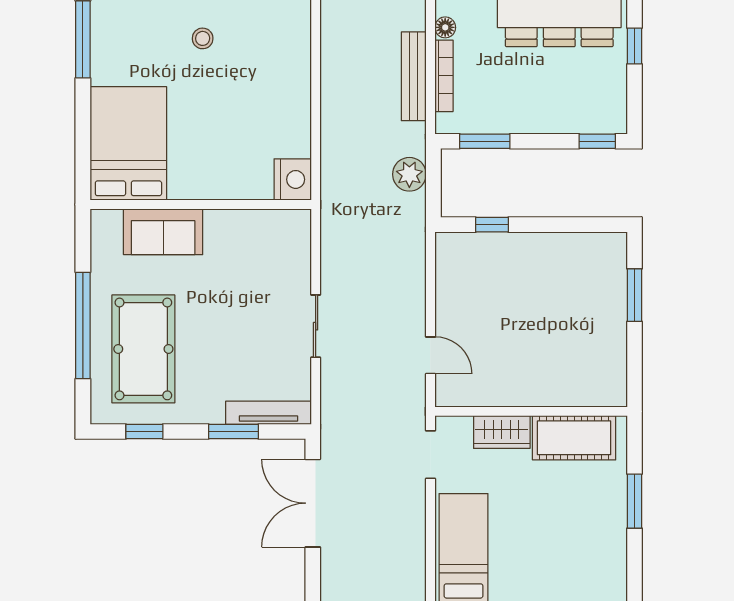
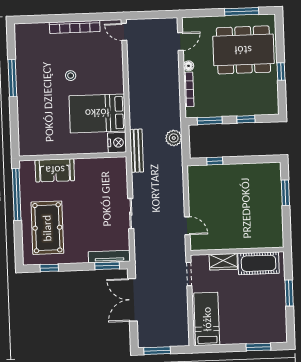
bench: (414, 76) -> (137, 151), moved
window: (597, 141) -> (246, 119), moved
bed: (128, 143) -> (97, 113), moved, turned -90
window: (83, 325) -> (17, 194), moved
window: (234, 431) -> (107, 266), moved

